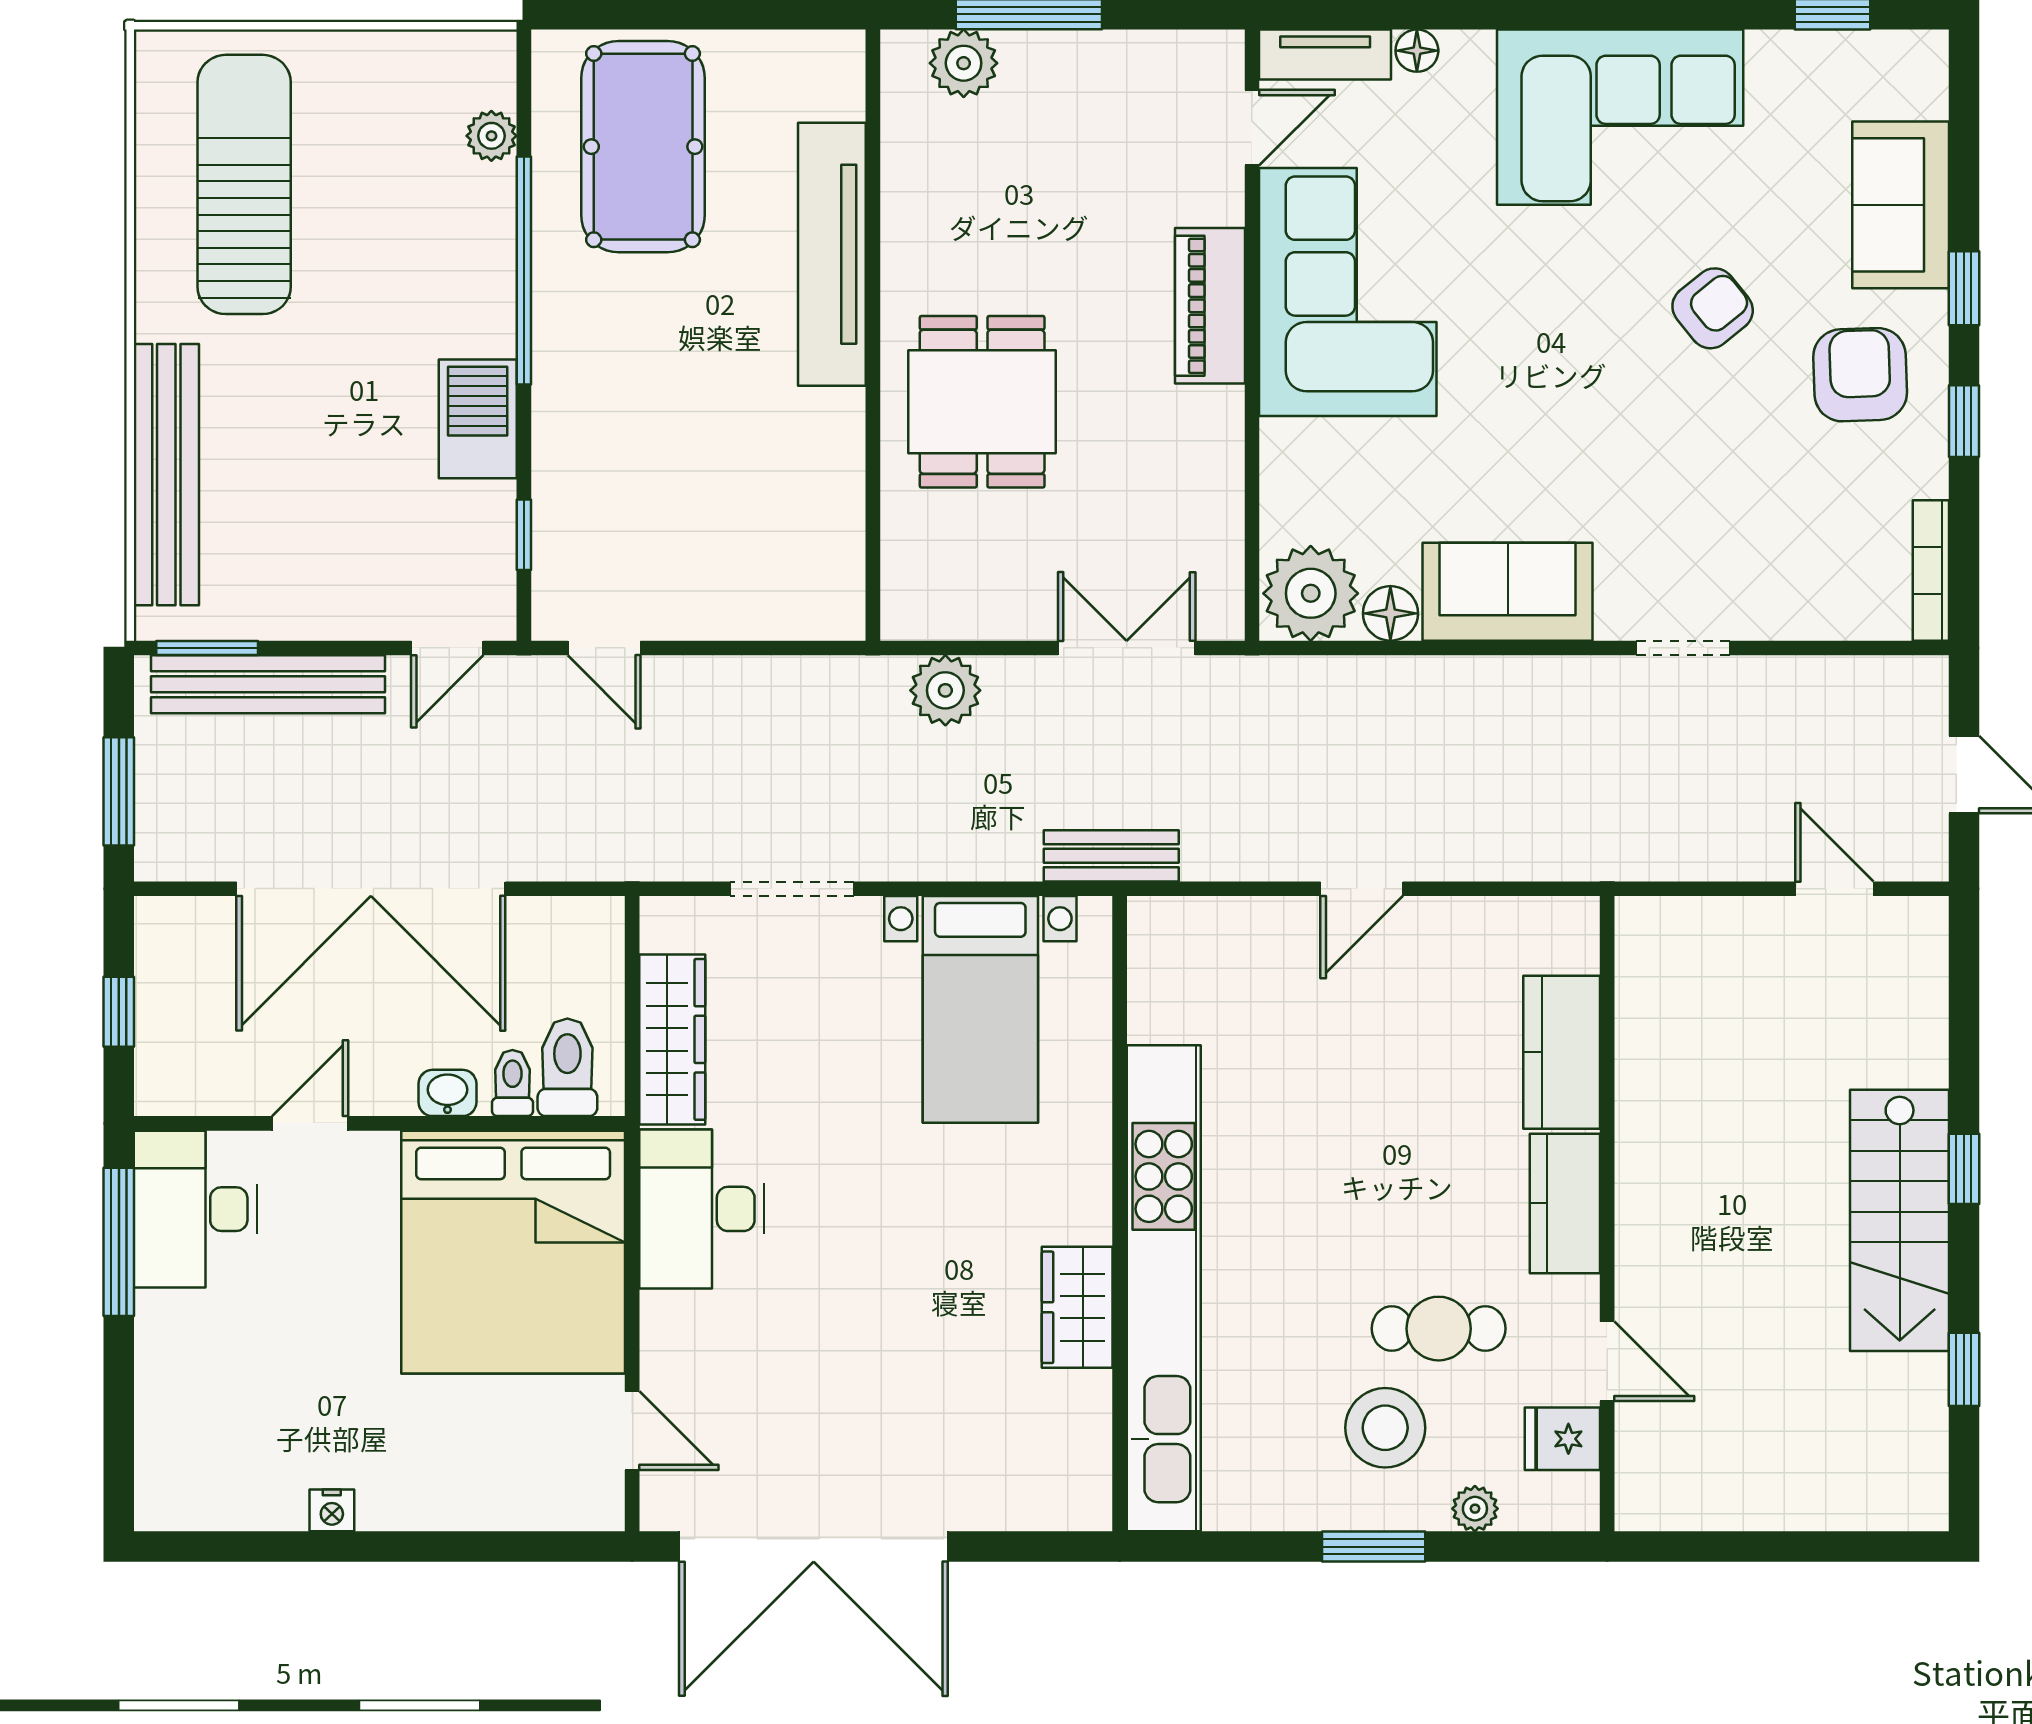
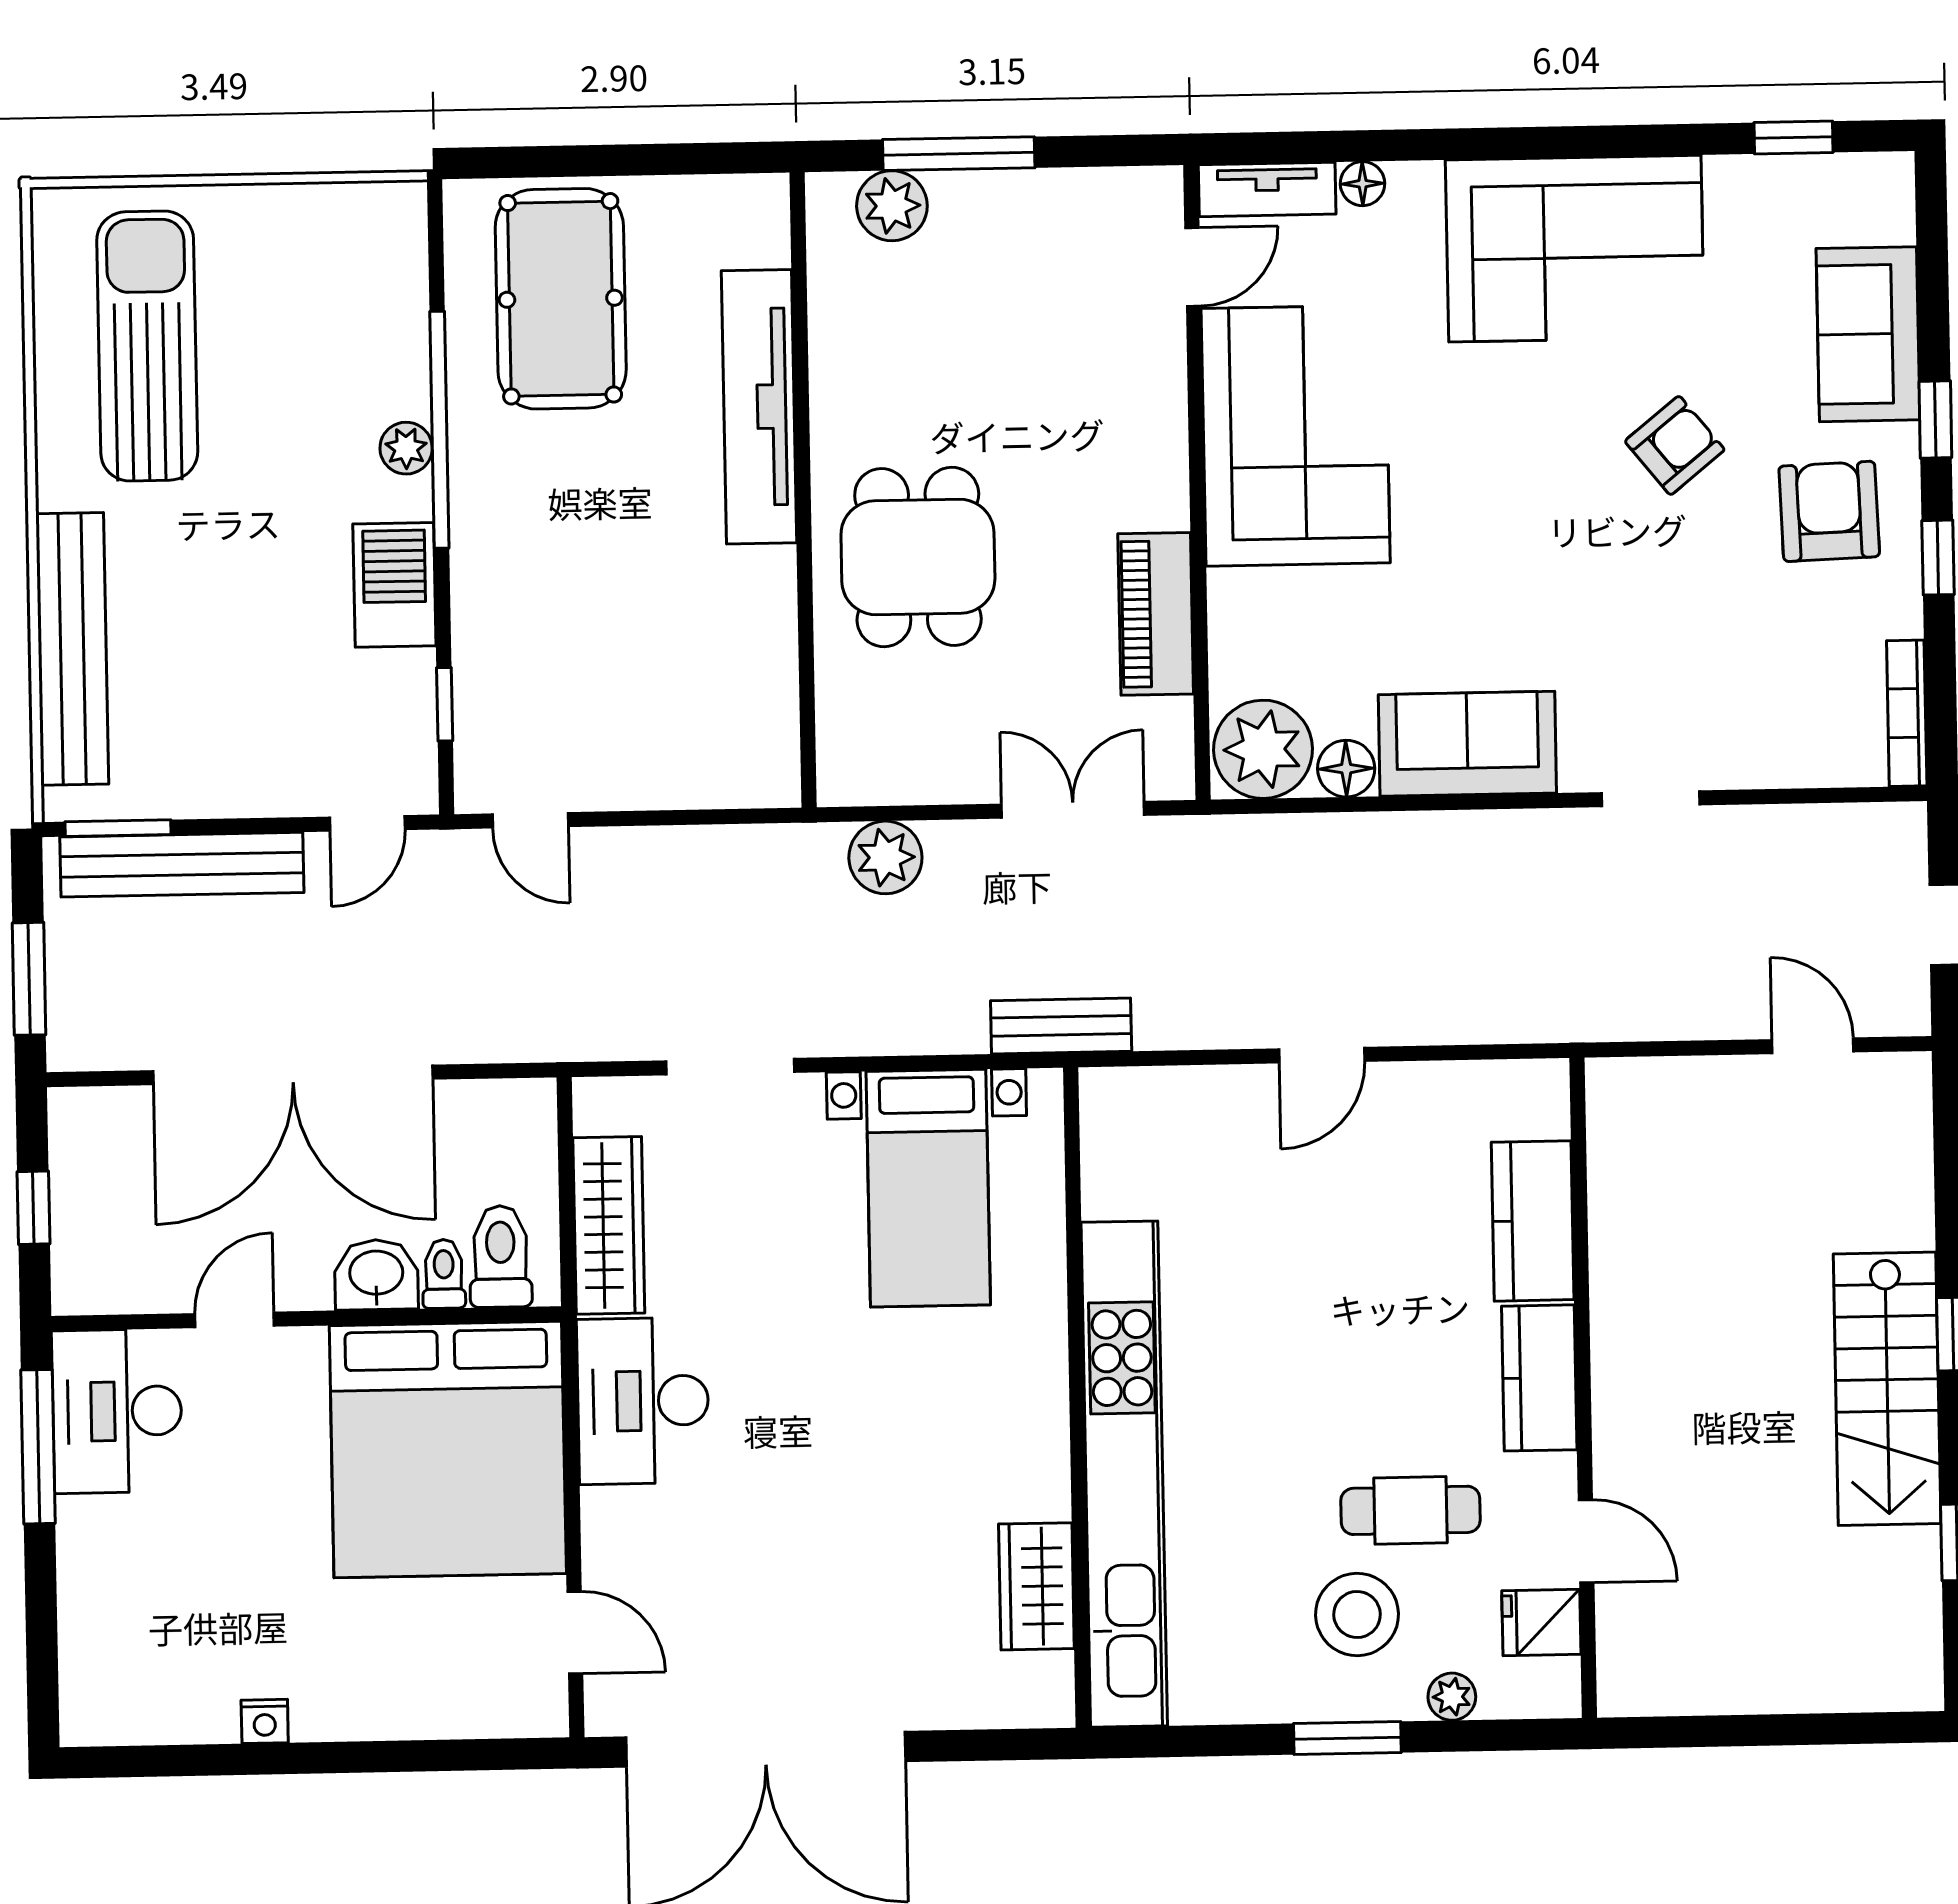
plant: (491, 136) -> (406, 448), moved
piano: (1210, 306) -> (1156, 614), moved
washbasin: (447, 1093) -> (376, 1275), width x1.38, depth x1.45
wardrobe: (1077, 1307) -> (1036, 1586), moved

